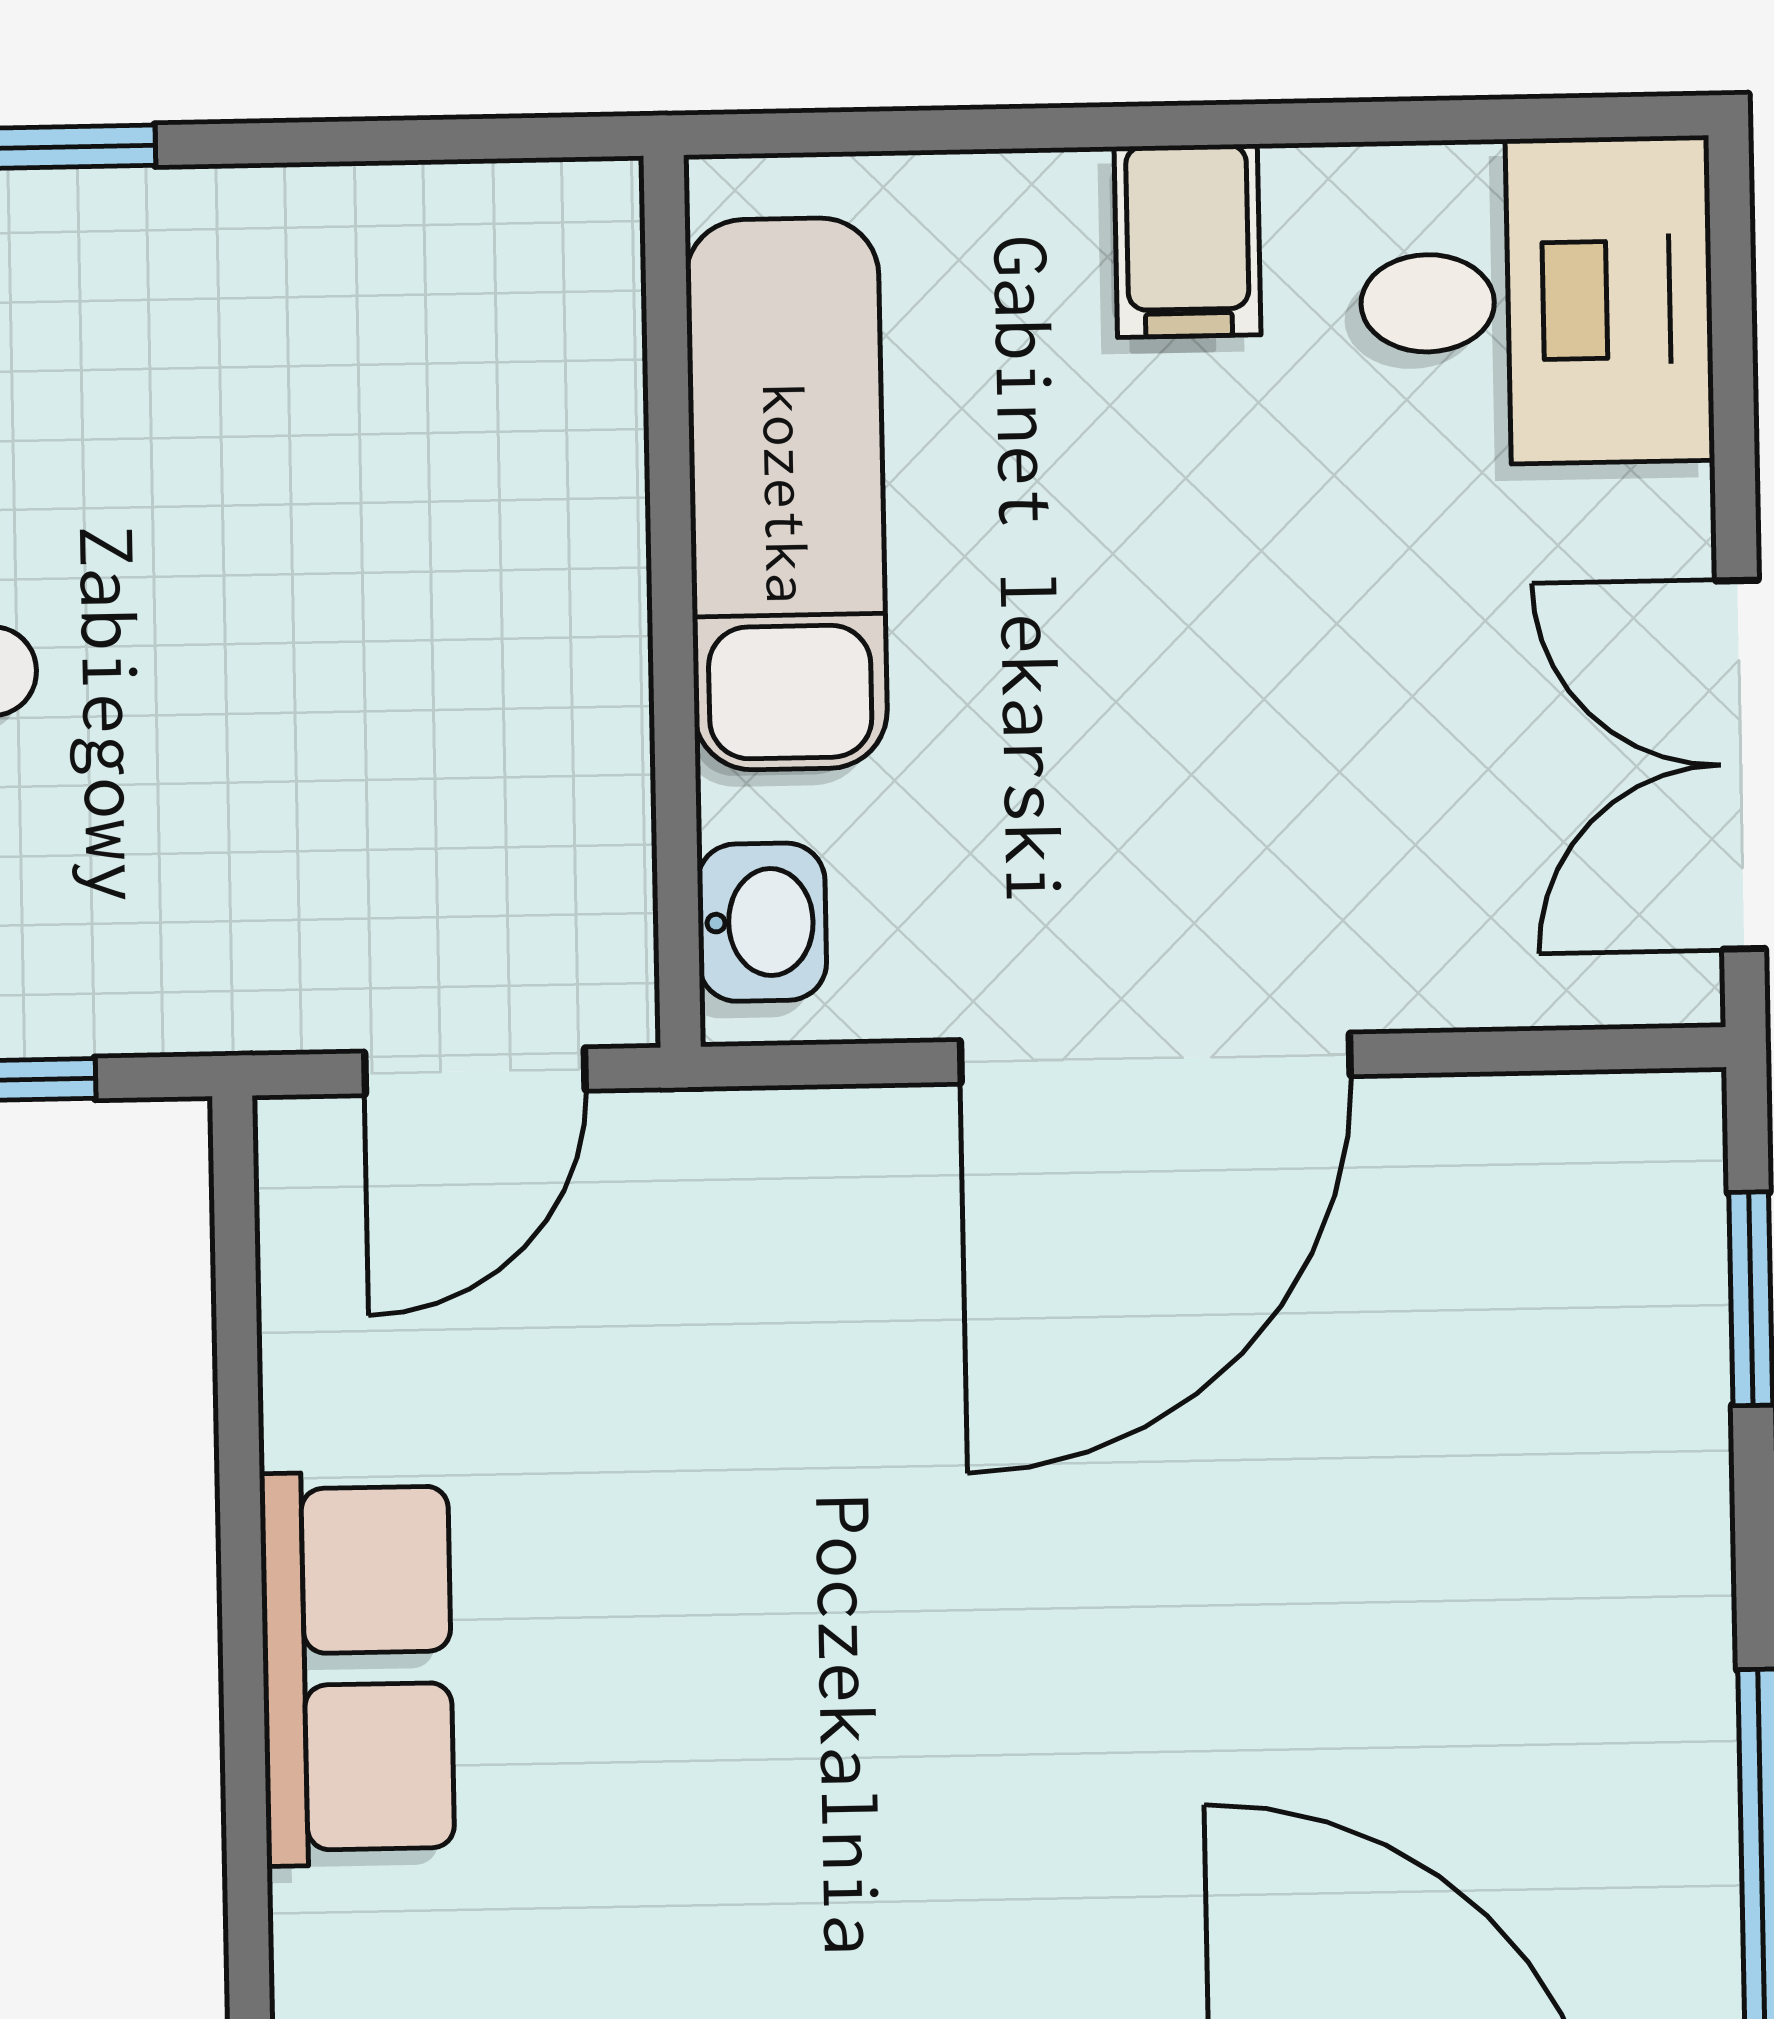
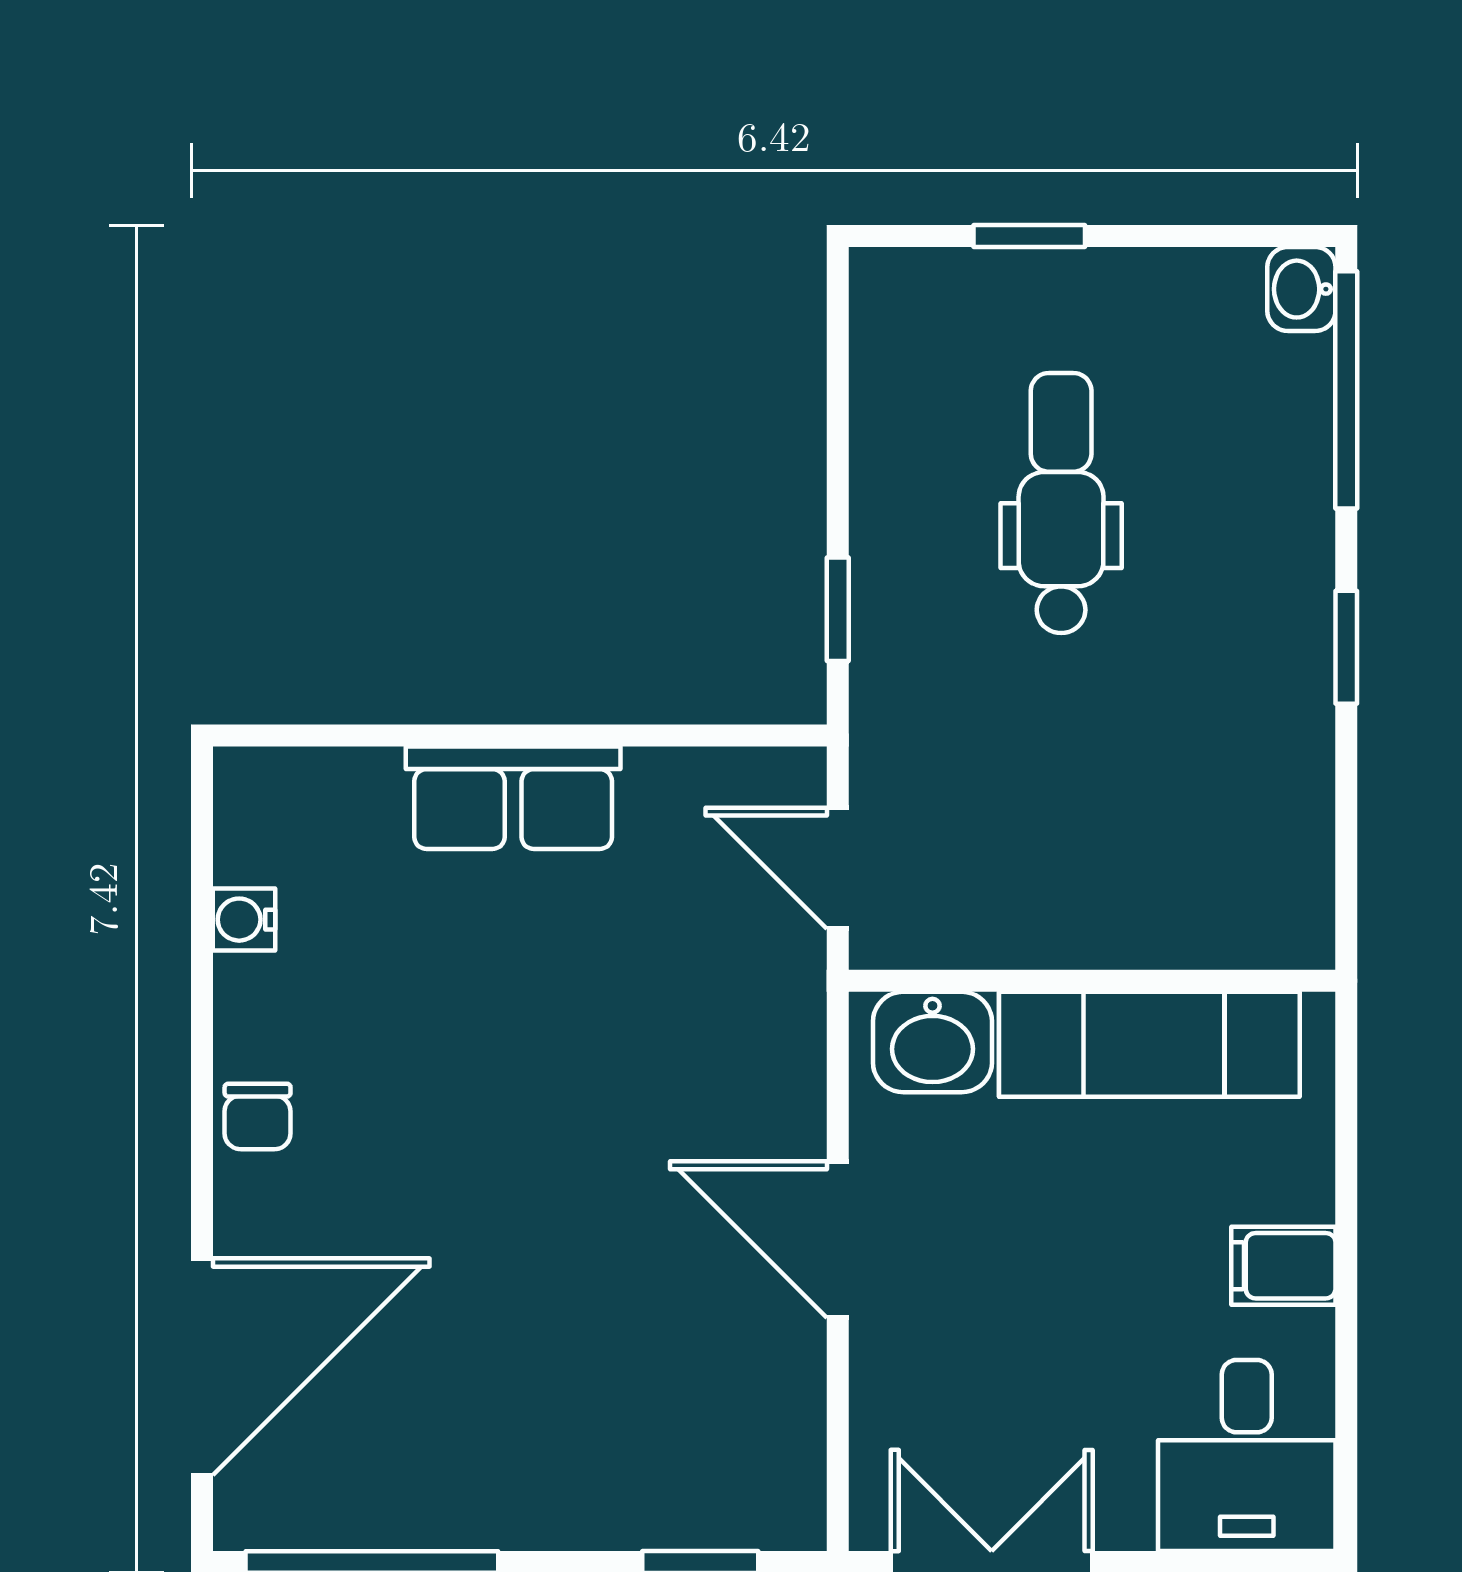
washbasin: (762, 922) -> (932, 1042), width x1.38, depth x1.45
door: (1155, 1058) -> (838, 1240), width x0.73

